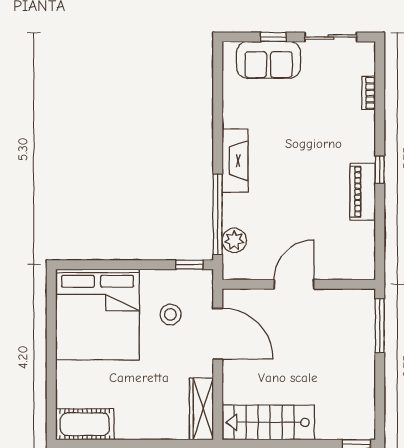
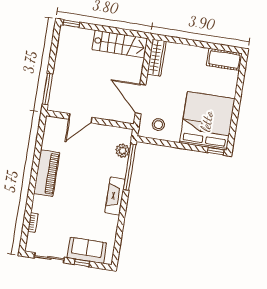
window: (380, 170) -> (33, 178), removed
piano: (363, 192) -> (47, 173), width x1.37, depth x1.33
window: (189, 265) -> (216, 151), moved
door: (294, 284) -> (80, 118), moved
stool: (170, 314) -> (158, 125), moved

